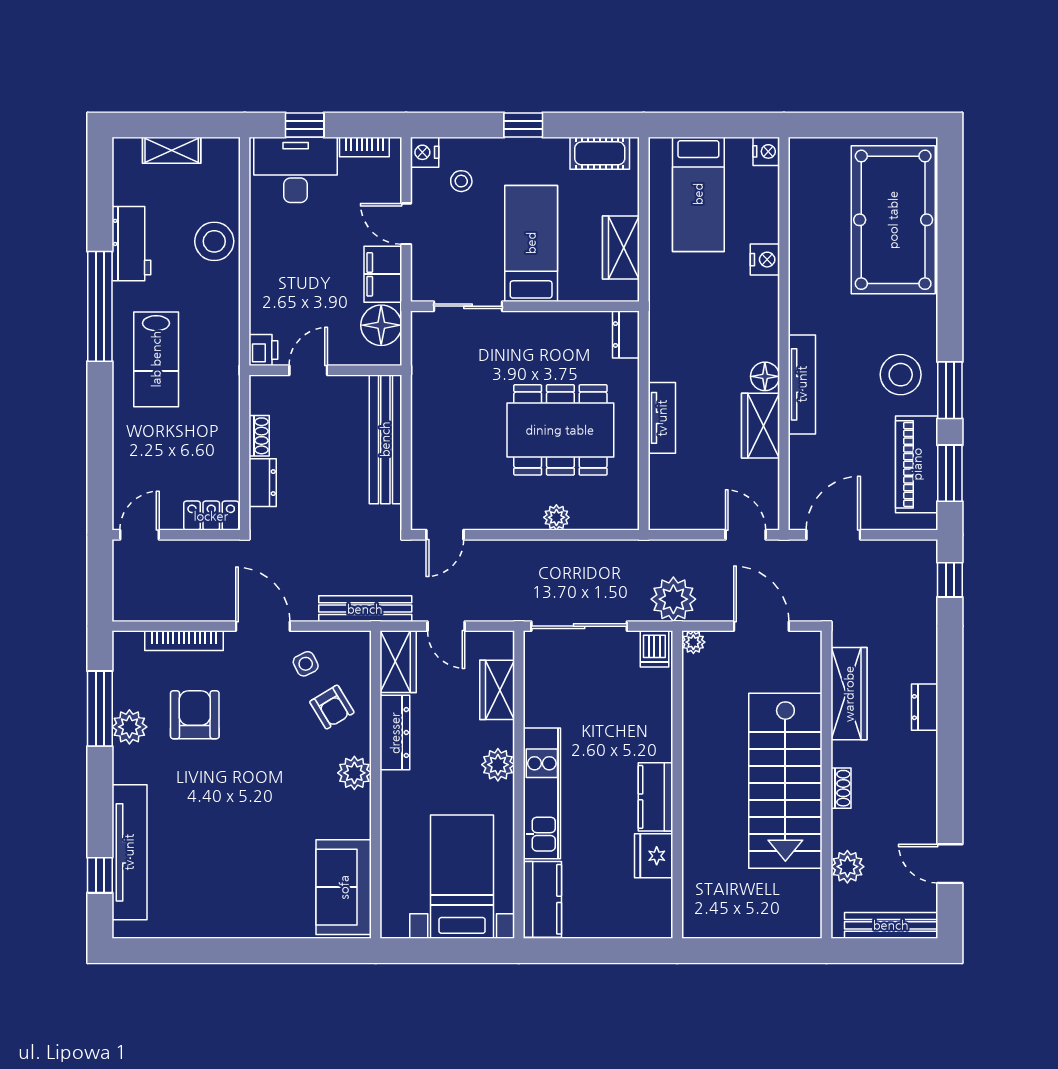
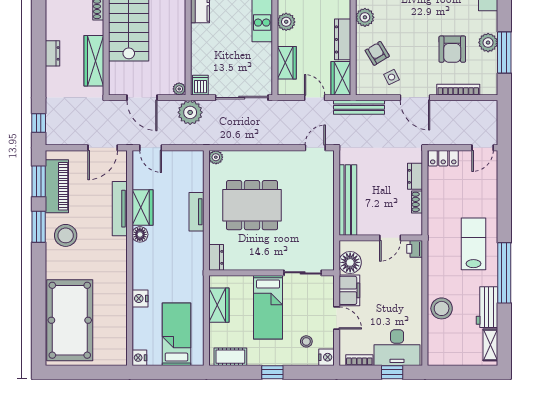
shelving: (172, 150) -> (490, 345), moved, turned 90
tv unit: (802, 384) -> (120, 209), moved
plant: (556, 517) -> (216, 157), moved

